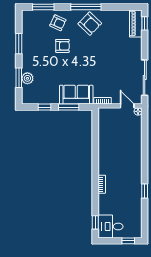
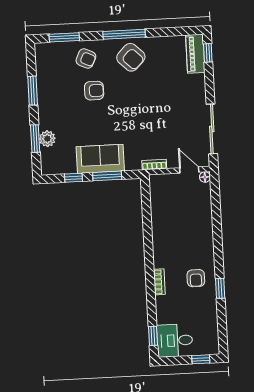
sofa: (76, 95) -> (100, 159), moved
armchair: (128, 183) -> (196, 278), added

